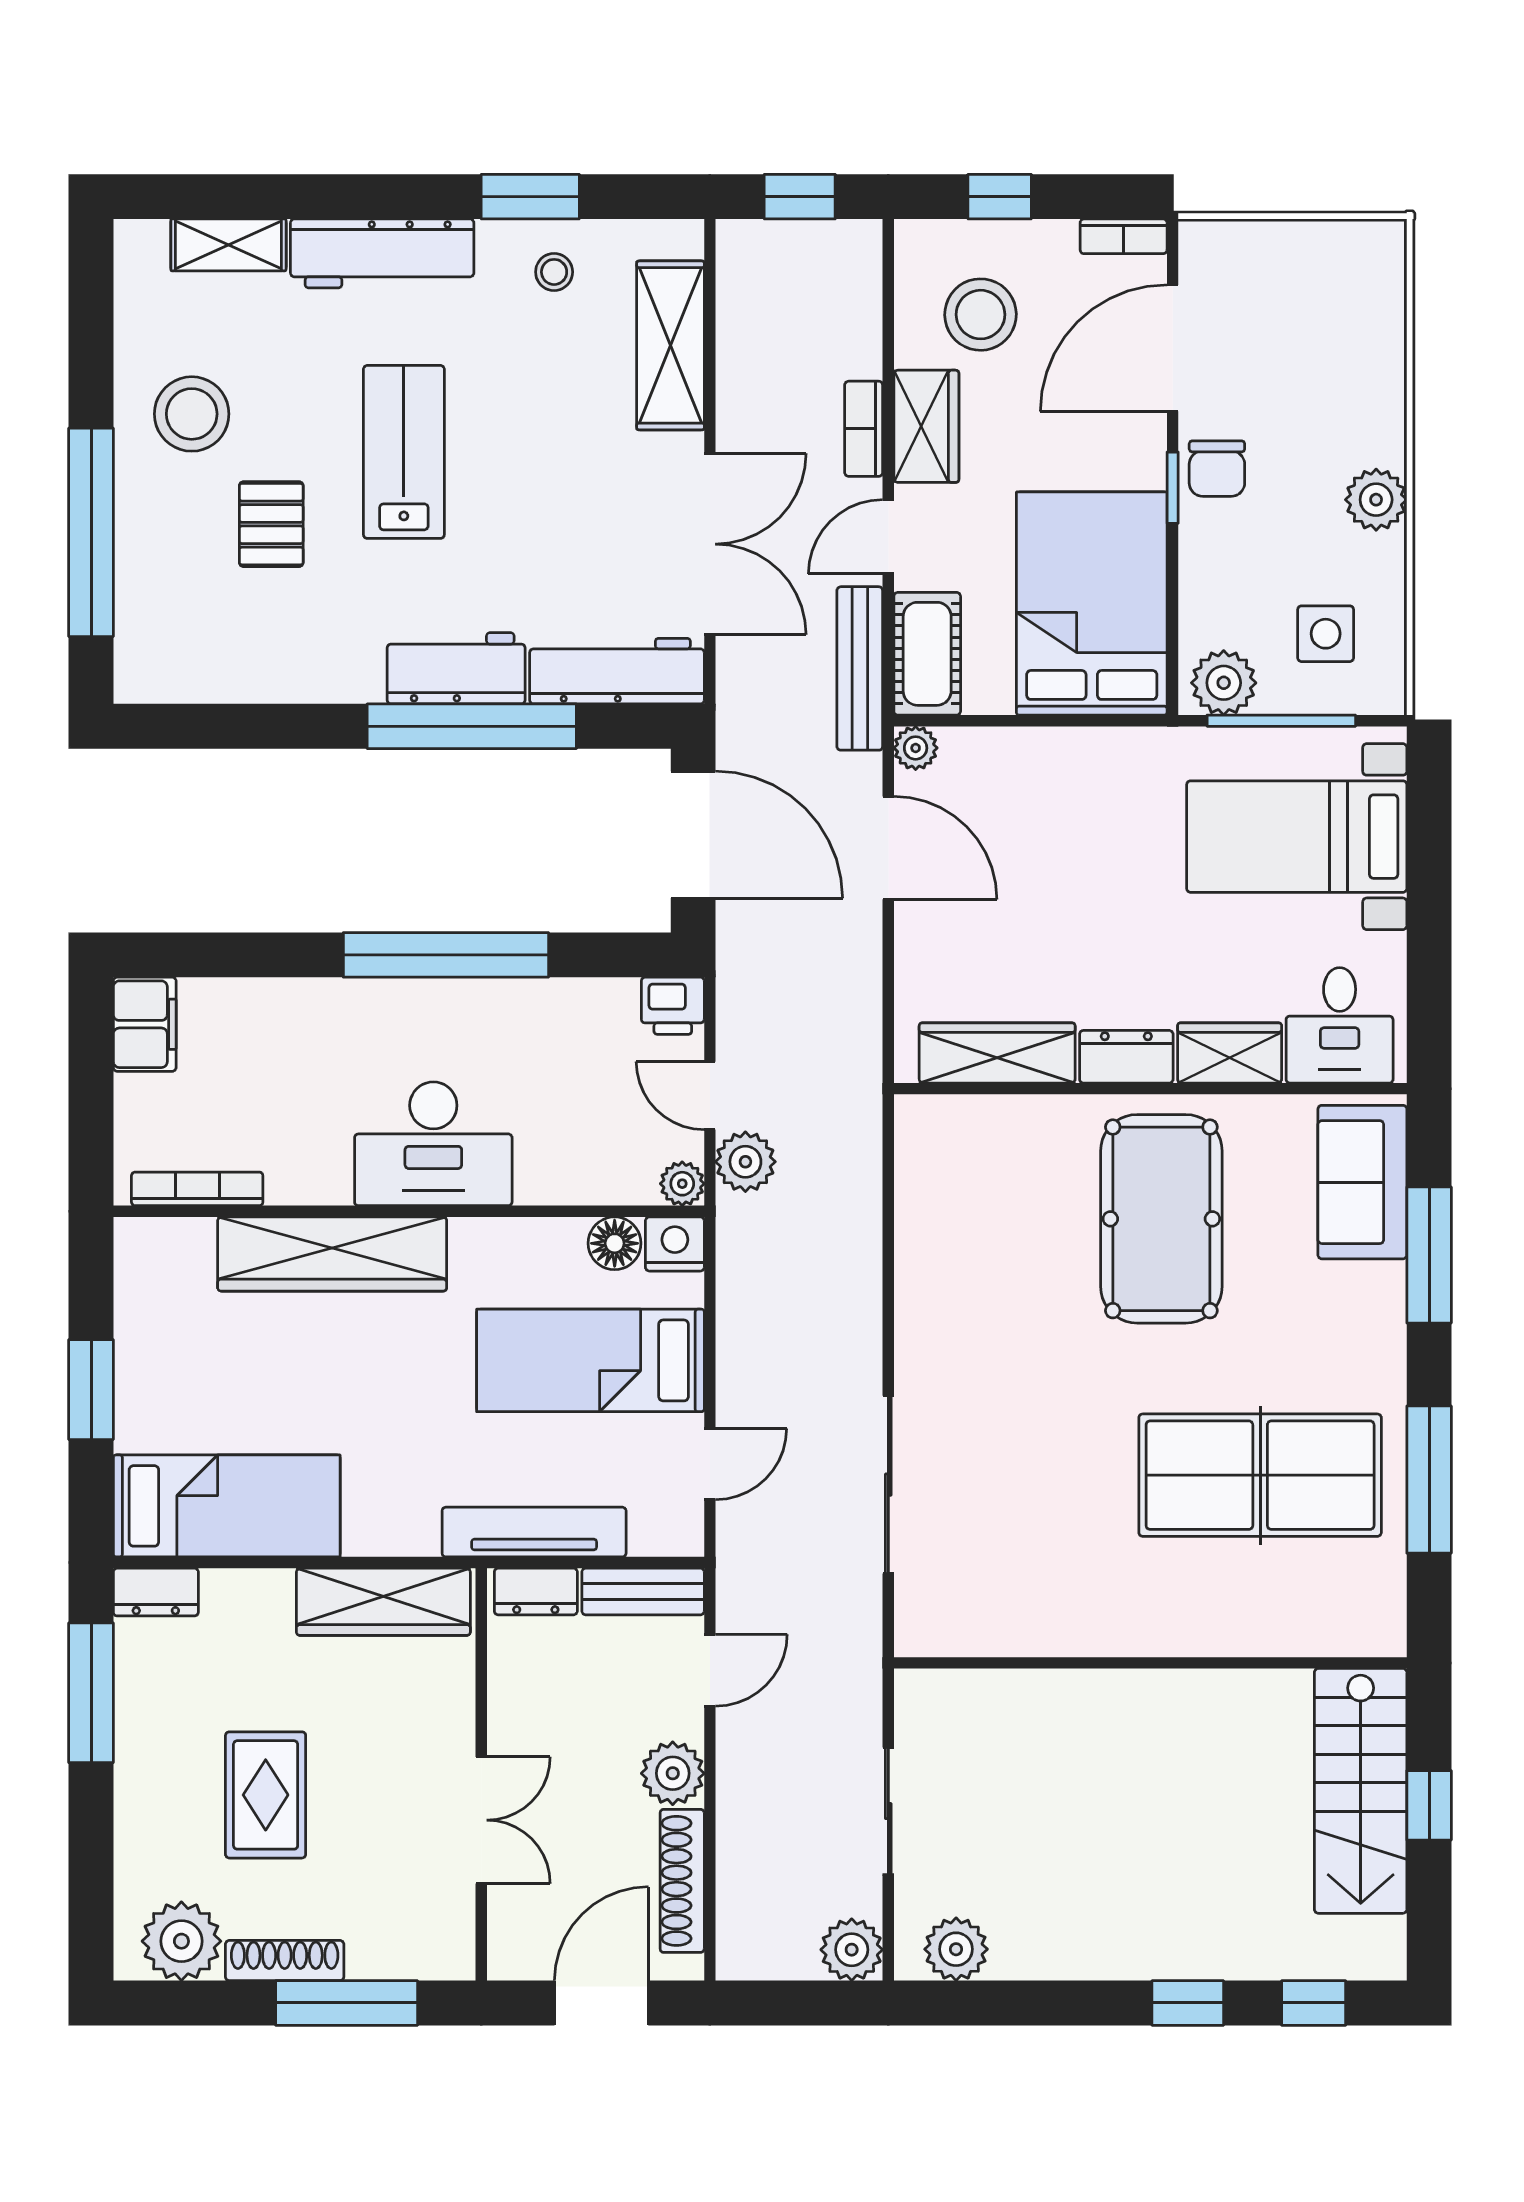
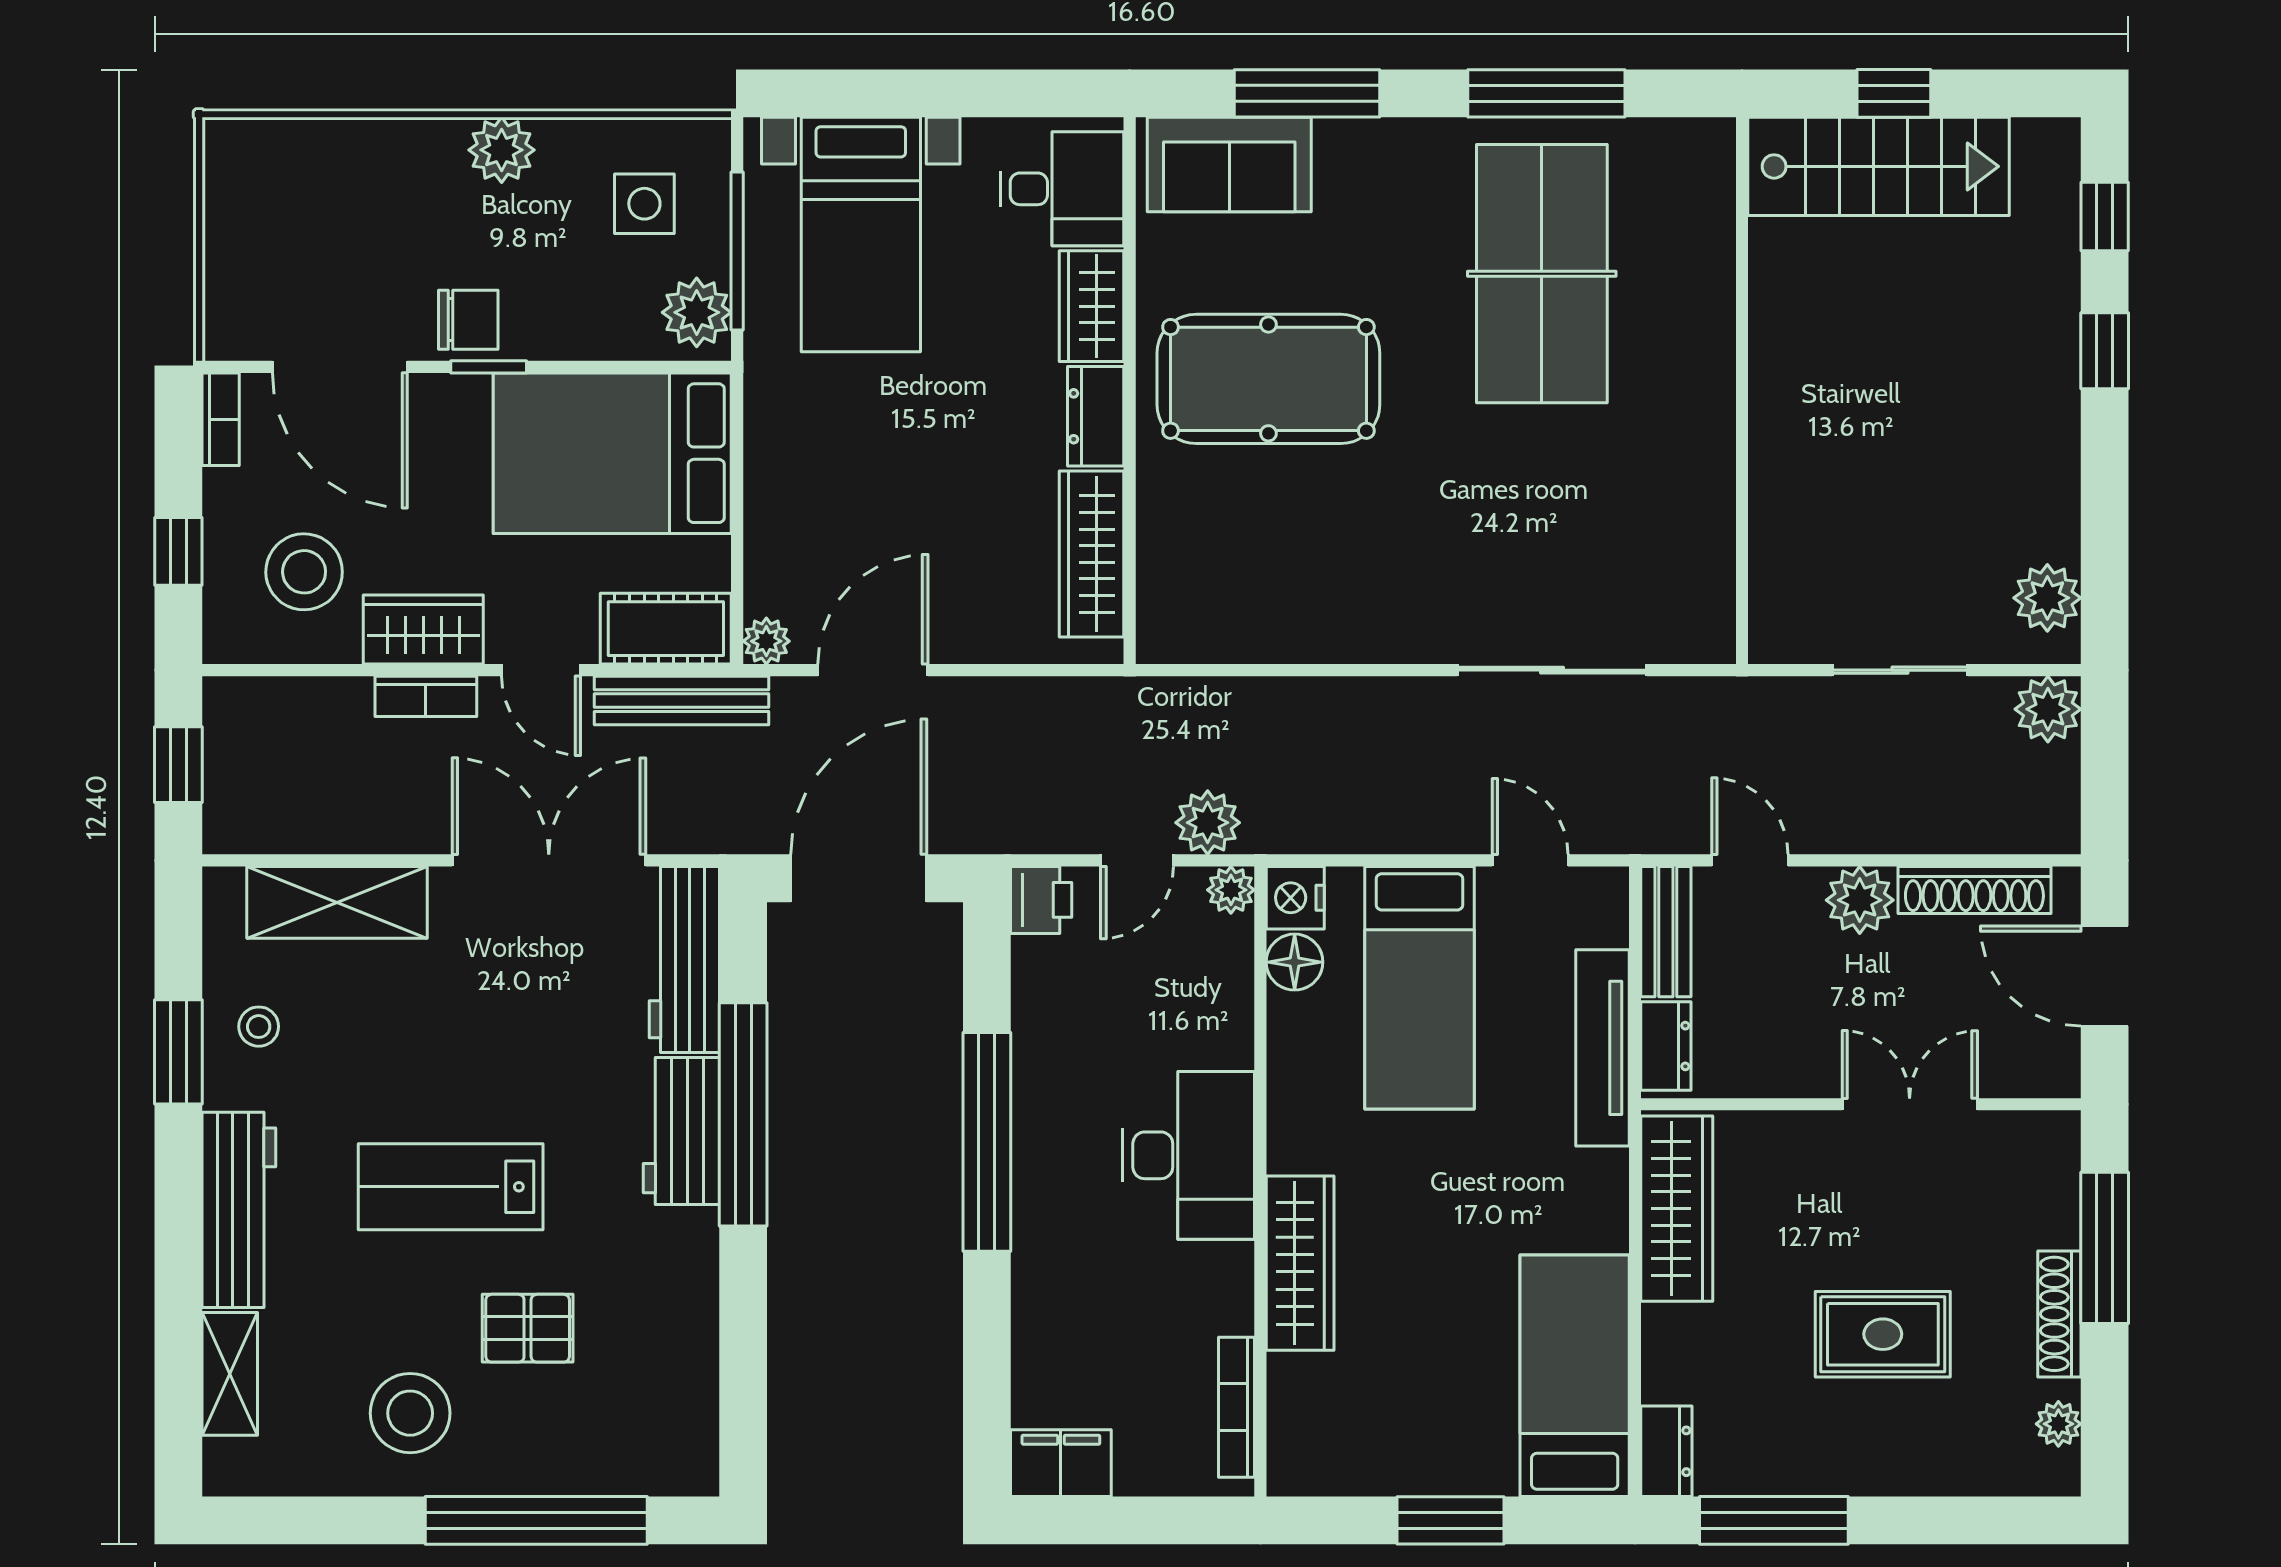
wardrobe: (332, 1254) -> (1300, 1263), width x0.71, depth x0.85
plant: (181, 1941) -> (2058, 1424), width x0.53, depth x0.53

